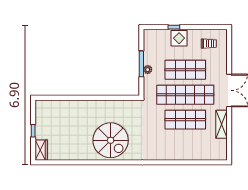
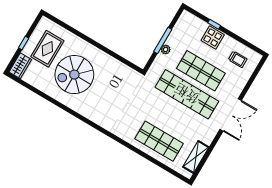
shop shelf: (185, 120) -> (159, 141), moved
rug: (54, 124) -> (47, 49), added
shelving: (222, 124) -> (196, 157), moved
spiral stairs: (111, 140) -> (74, 75), moved, turned 90

